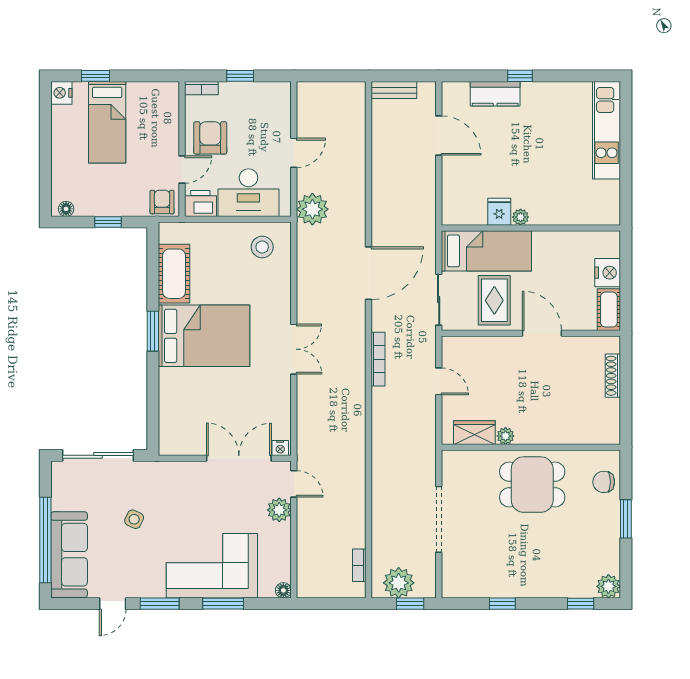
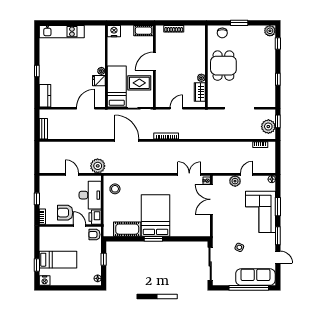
kitchen counter: (495, 94) -> (45, 96), moved
door: (439, 135) -> (86, 108), moved
nightstand: (608, 273) -> (114, 31), moved
double door: (294, 349) -> (189, 174), moved
door: (294, 484) -> (247, 174), moved

